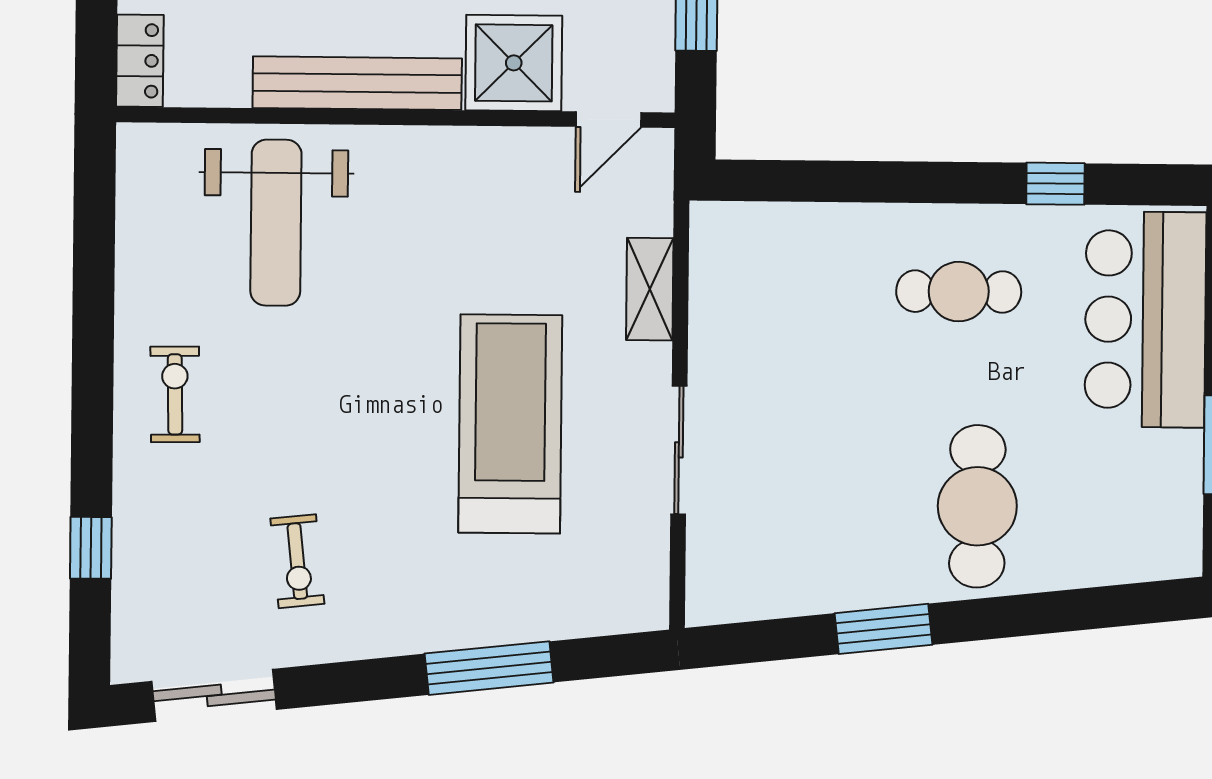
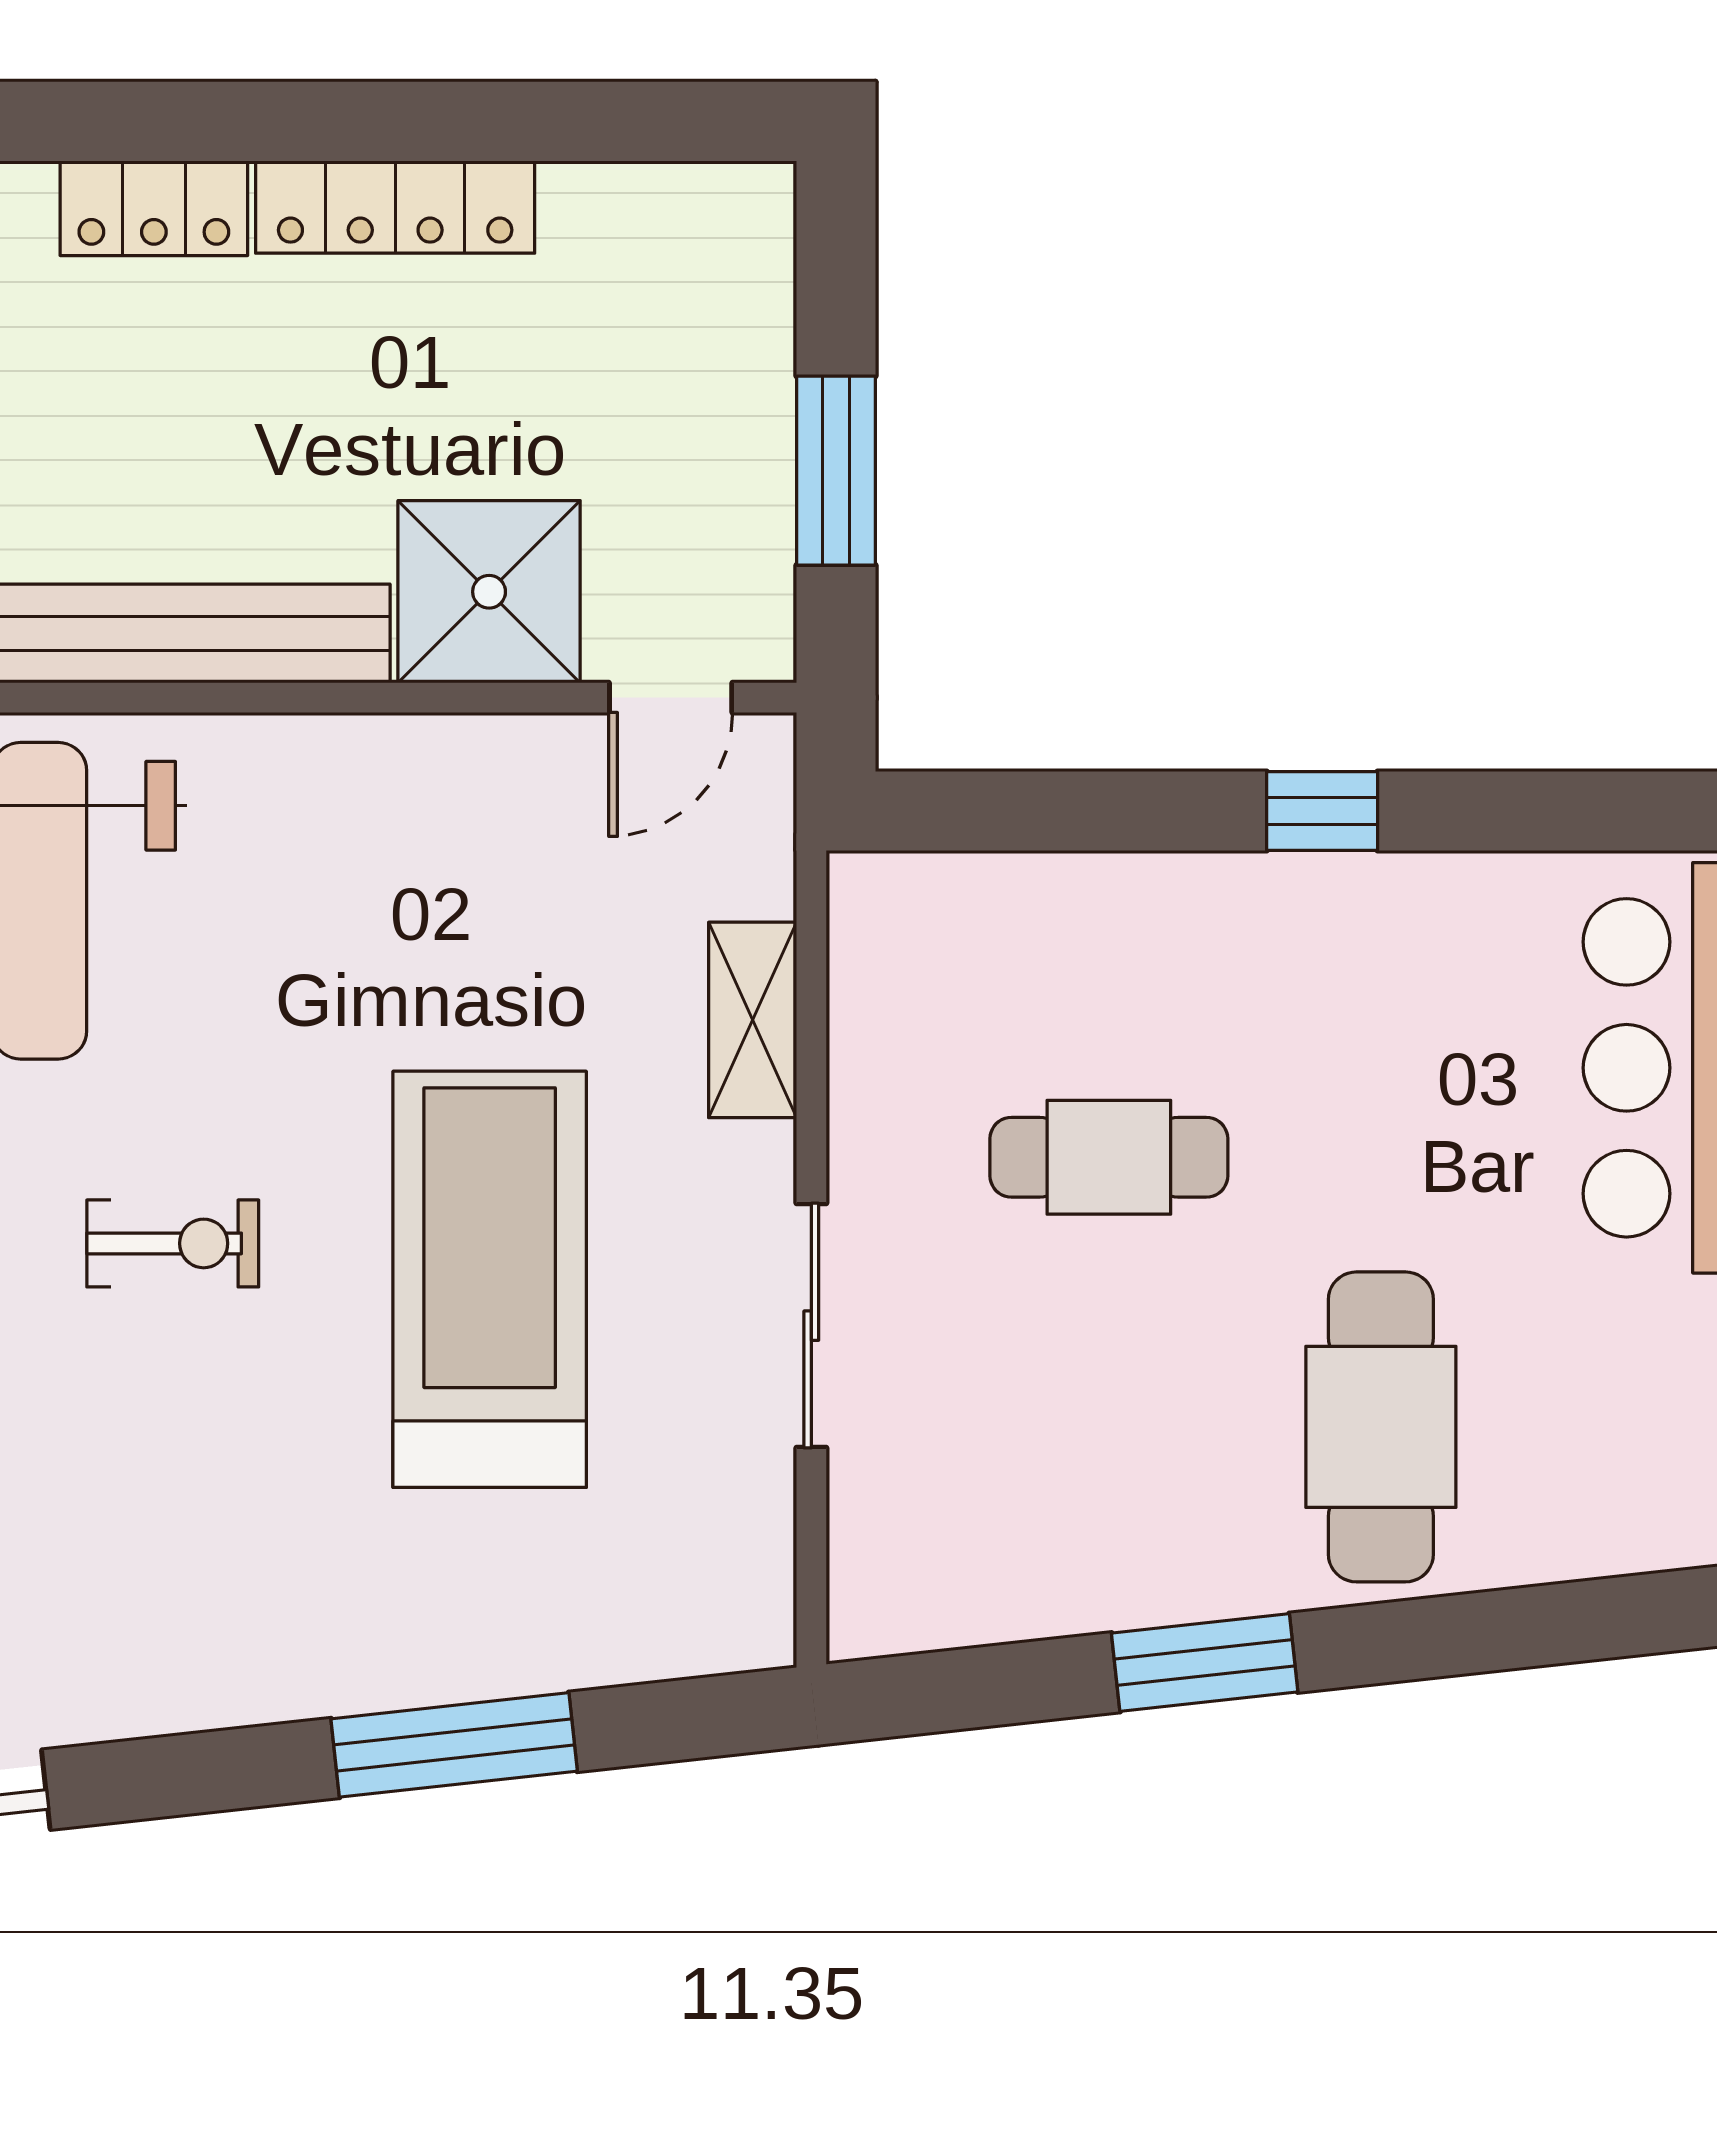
window: (1055, 184) -> (1322, 811), moved
cafe table: (959, 292) -> (1109, 1157), moved
exercise bike: (297, 561) -> (173, 1243), moved, turned -84

